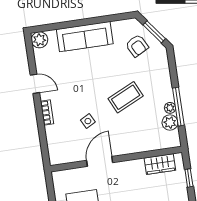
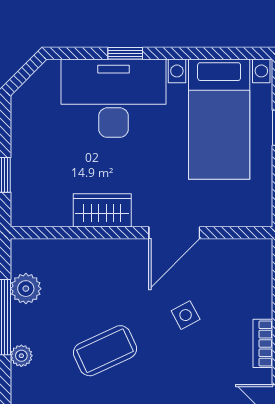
plant: (170, 108) -> (21, 356), moved
wardrobe: (160, 164) -> (102, 210), moved

